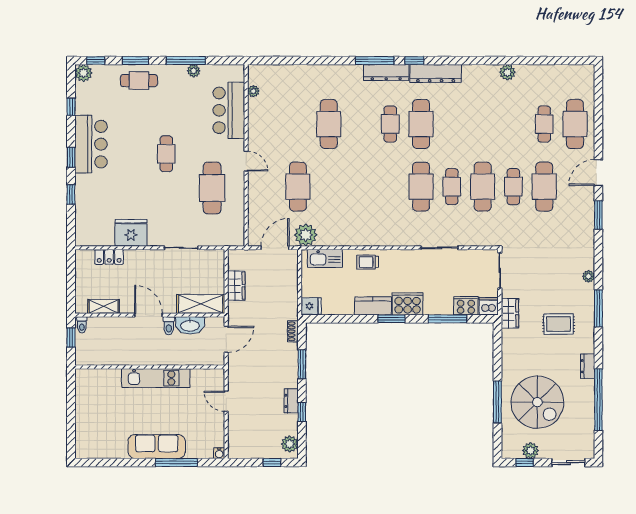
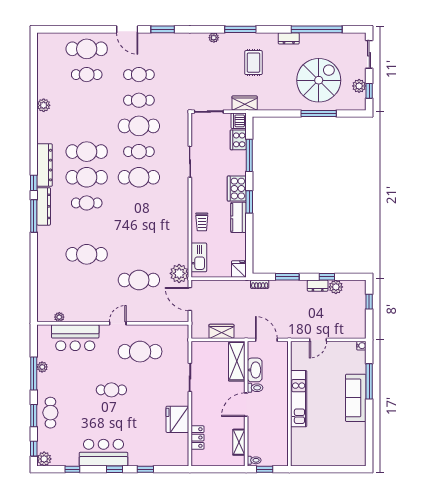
cafe table: (452, 124) -> (87, 152), added
cafe table: (544, 187) -> (139, 75), width x0.73, depth x0.74
plant: (290, 444) -> (336, 287), moved

